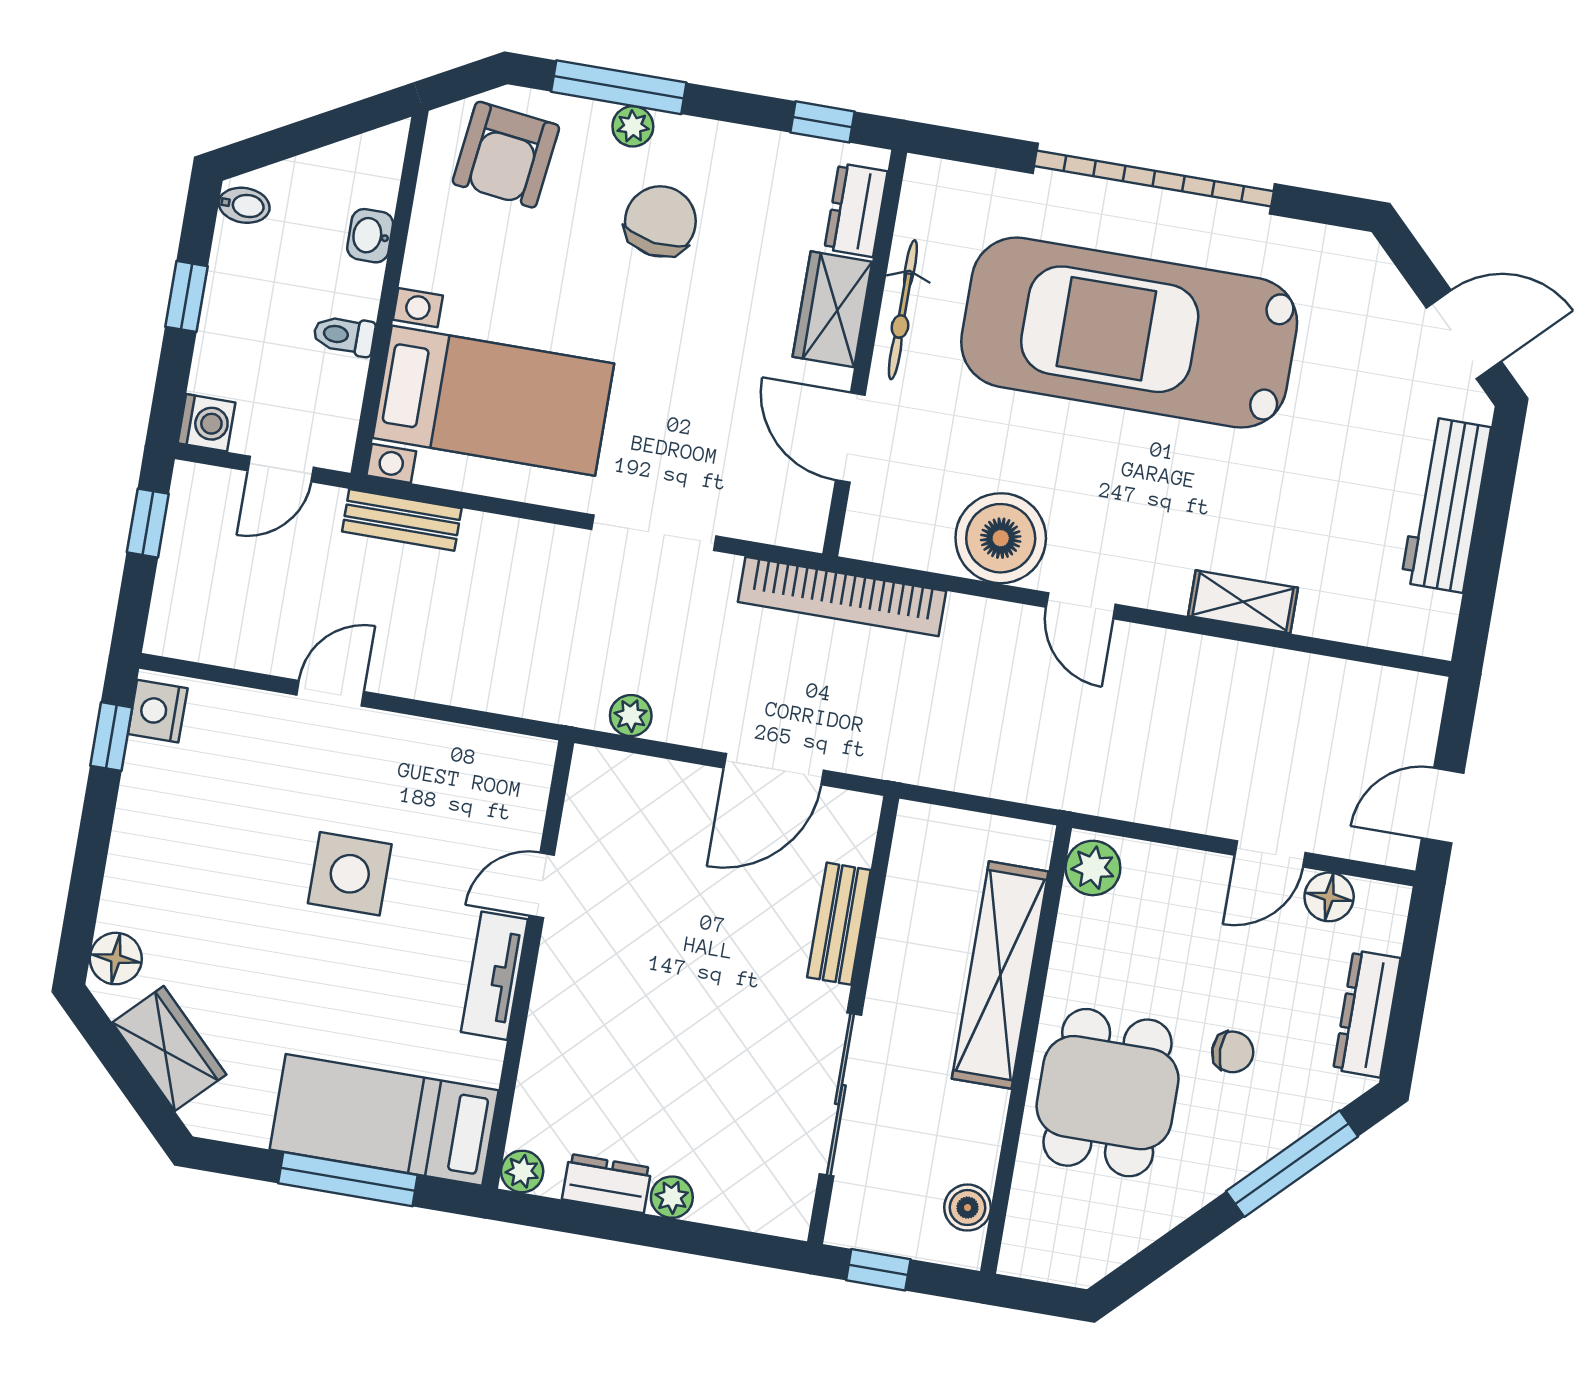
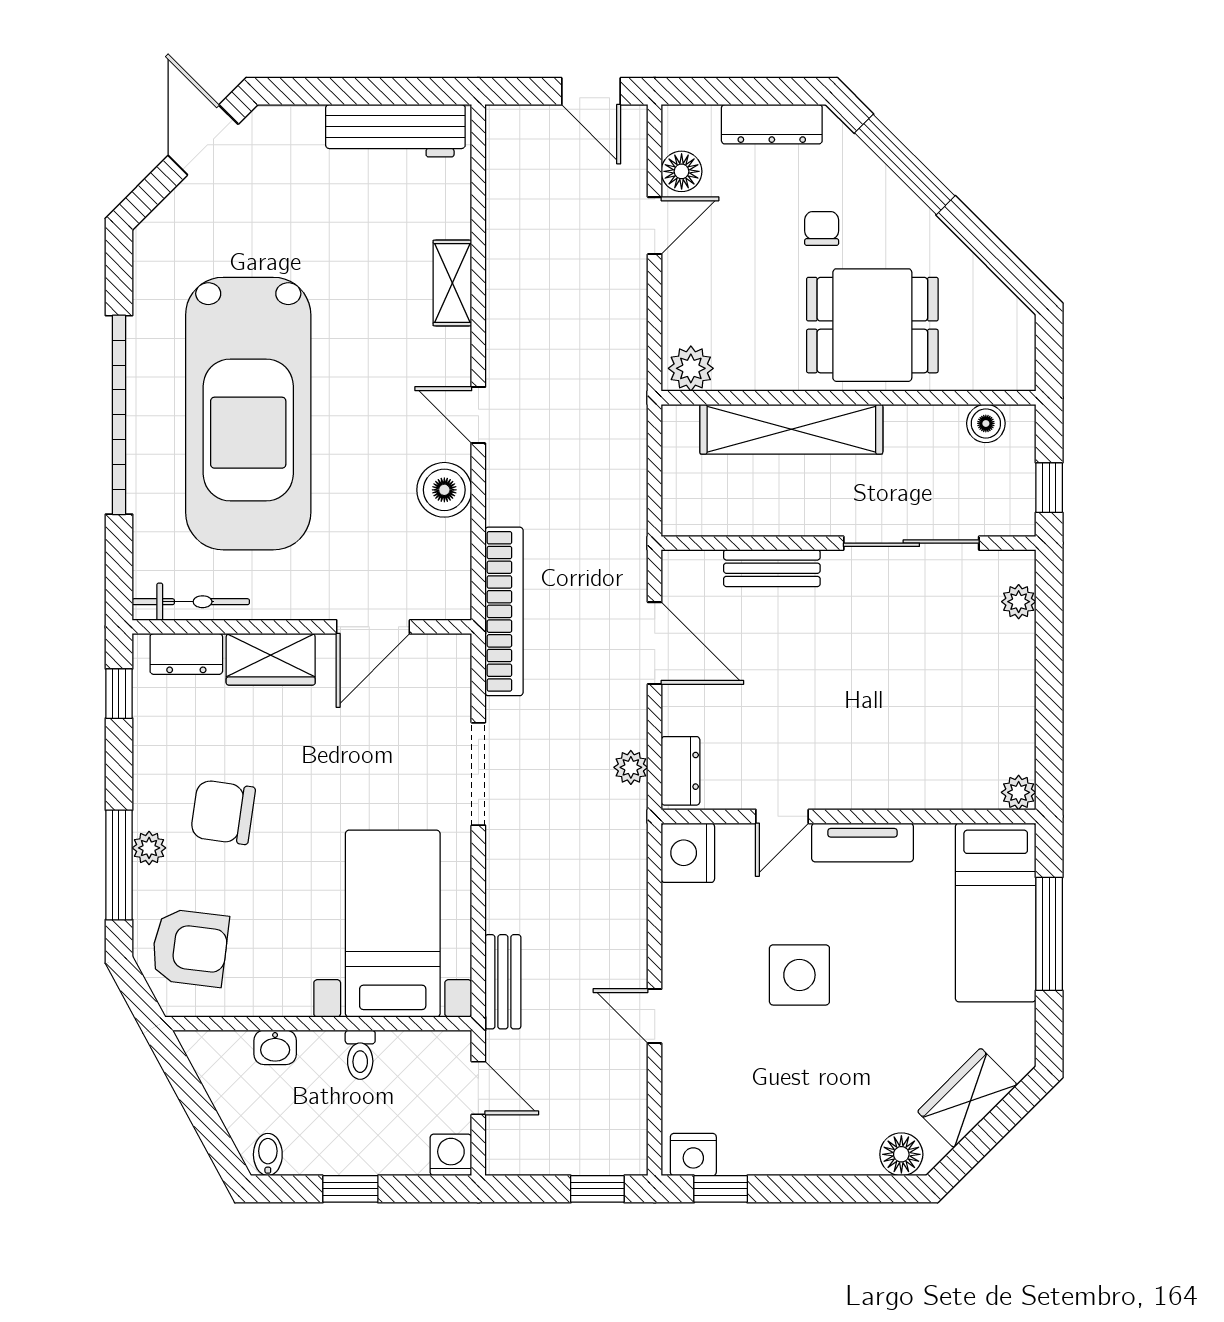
bicycle: (903, 310) -> (191, 602), moved
workbench: (1446, 505) -> (395, 131), moved
window: (148, 523) -> (597, 1189), moved
boiler: (1001, 538) -> (444, 490), width x0.73, depth x0.73
door: (1081, 606) -> (478, 415), swing flipped
nightstand: (518, 766) -> (688, 853), added
door: (1270, 854) -> (655, 226), hinge flipped
door: (542, 885) -> (782, 816), hinge flipped
dresser: (607, 1184) -> (681, 771), moved, turned 180
plant: (672, 1197) -> (1019, 602), moved

